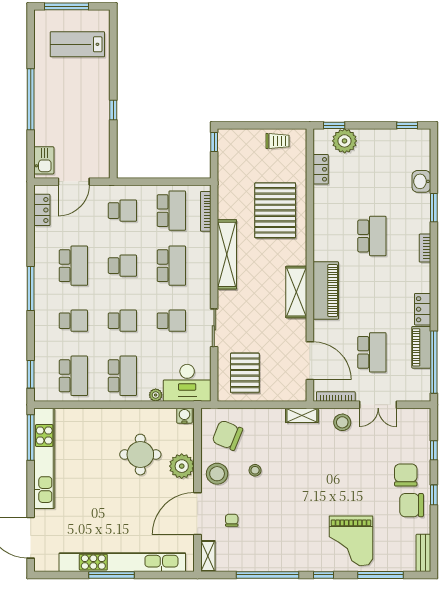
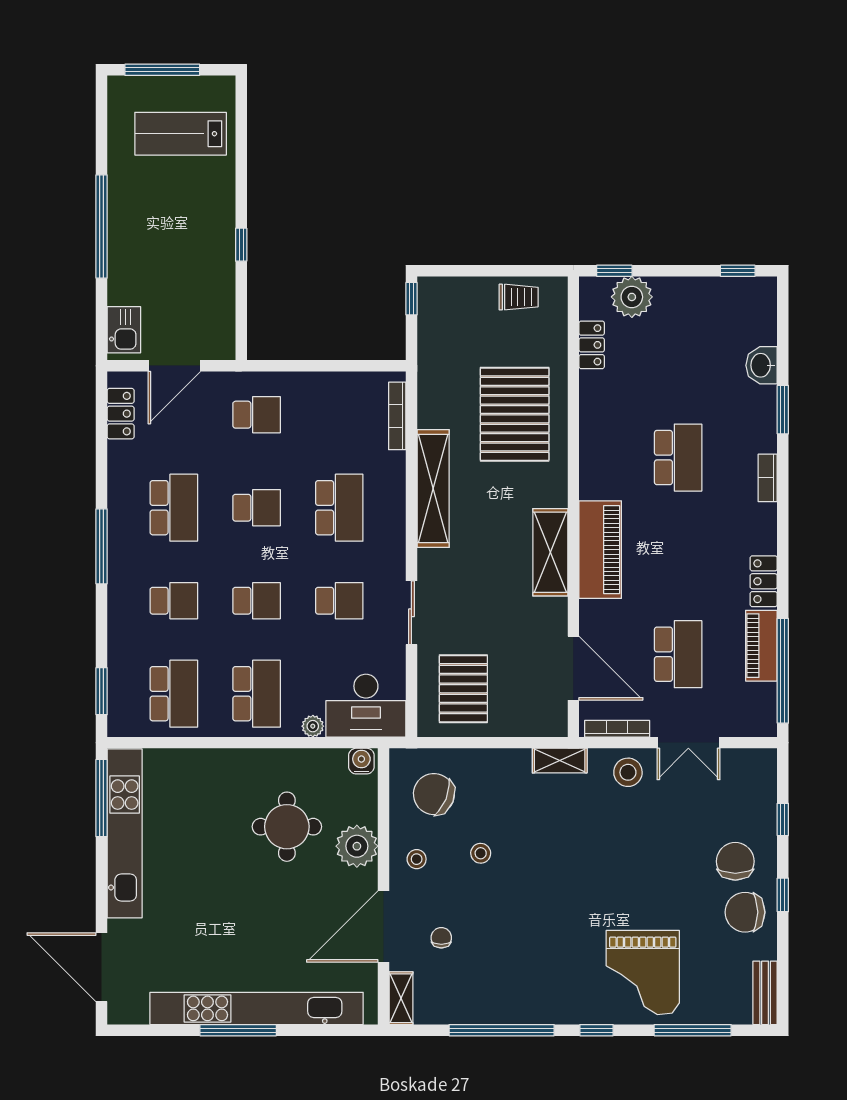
school desk: (171, 211) -> (339, 415), removed
stool: (217, 474) -> (417, 859), width x0.53, depth x0.53

